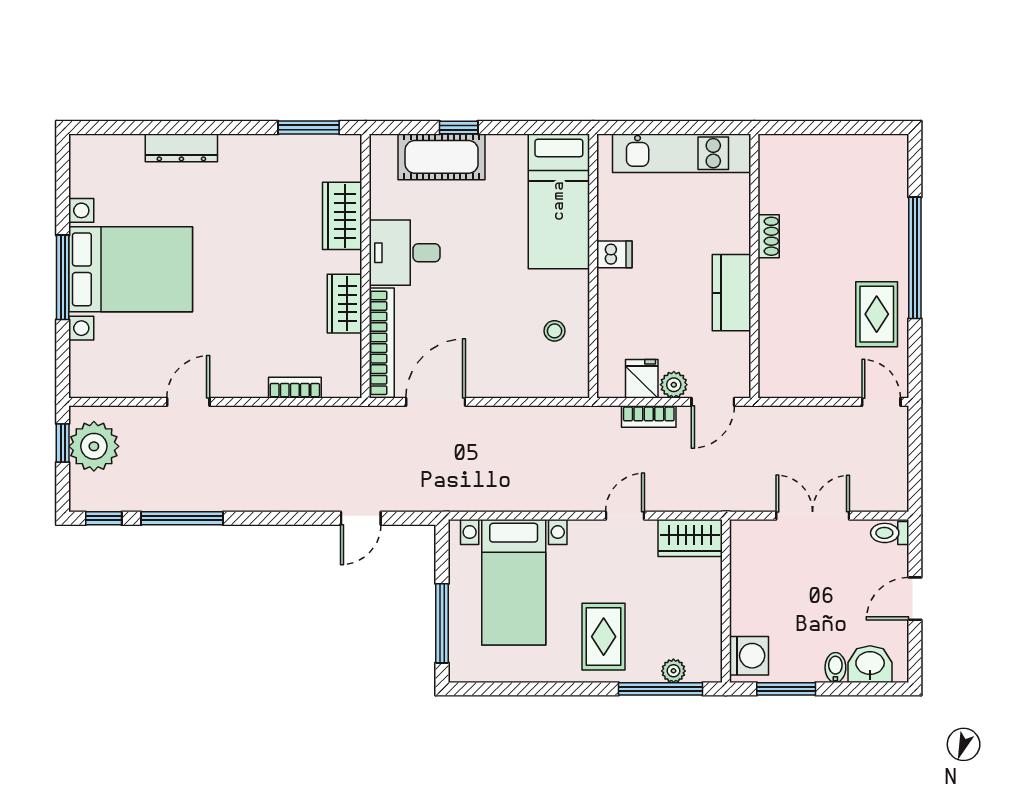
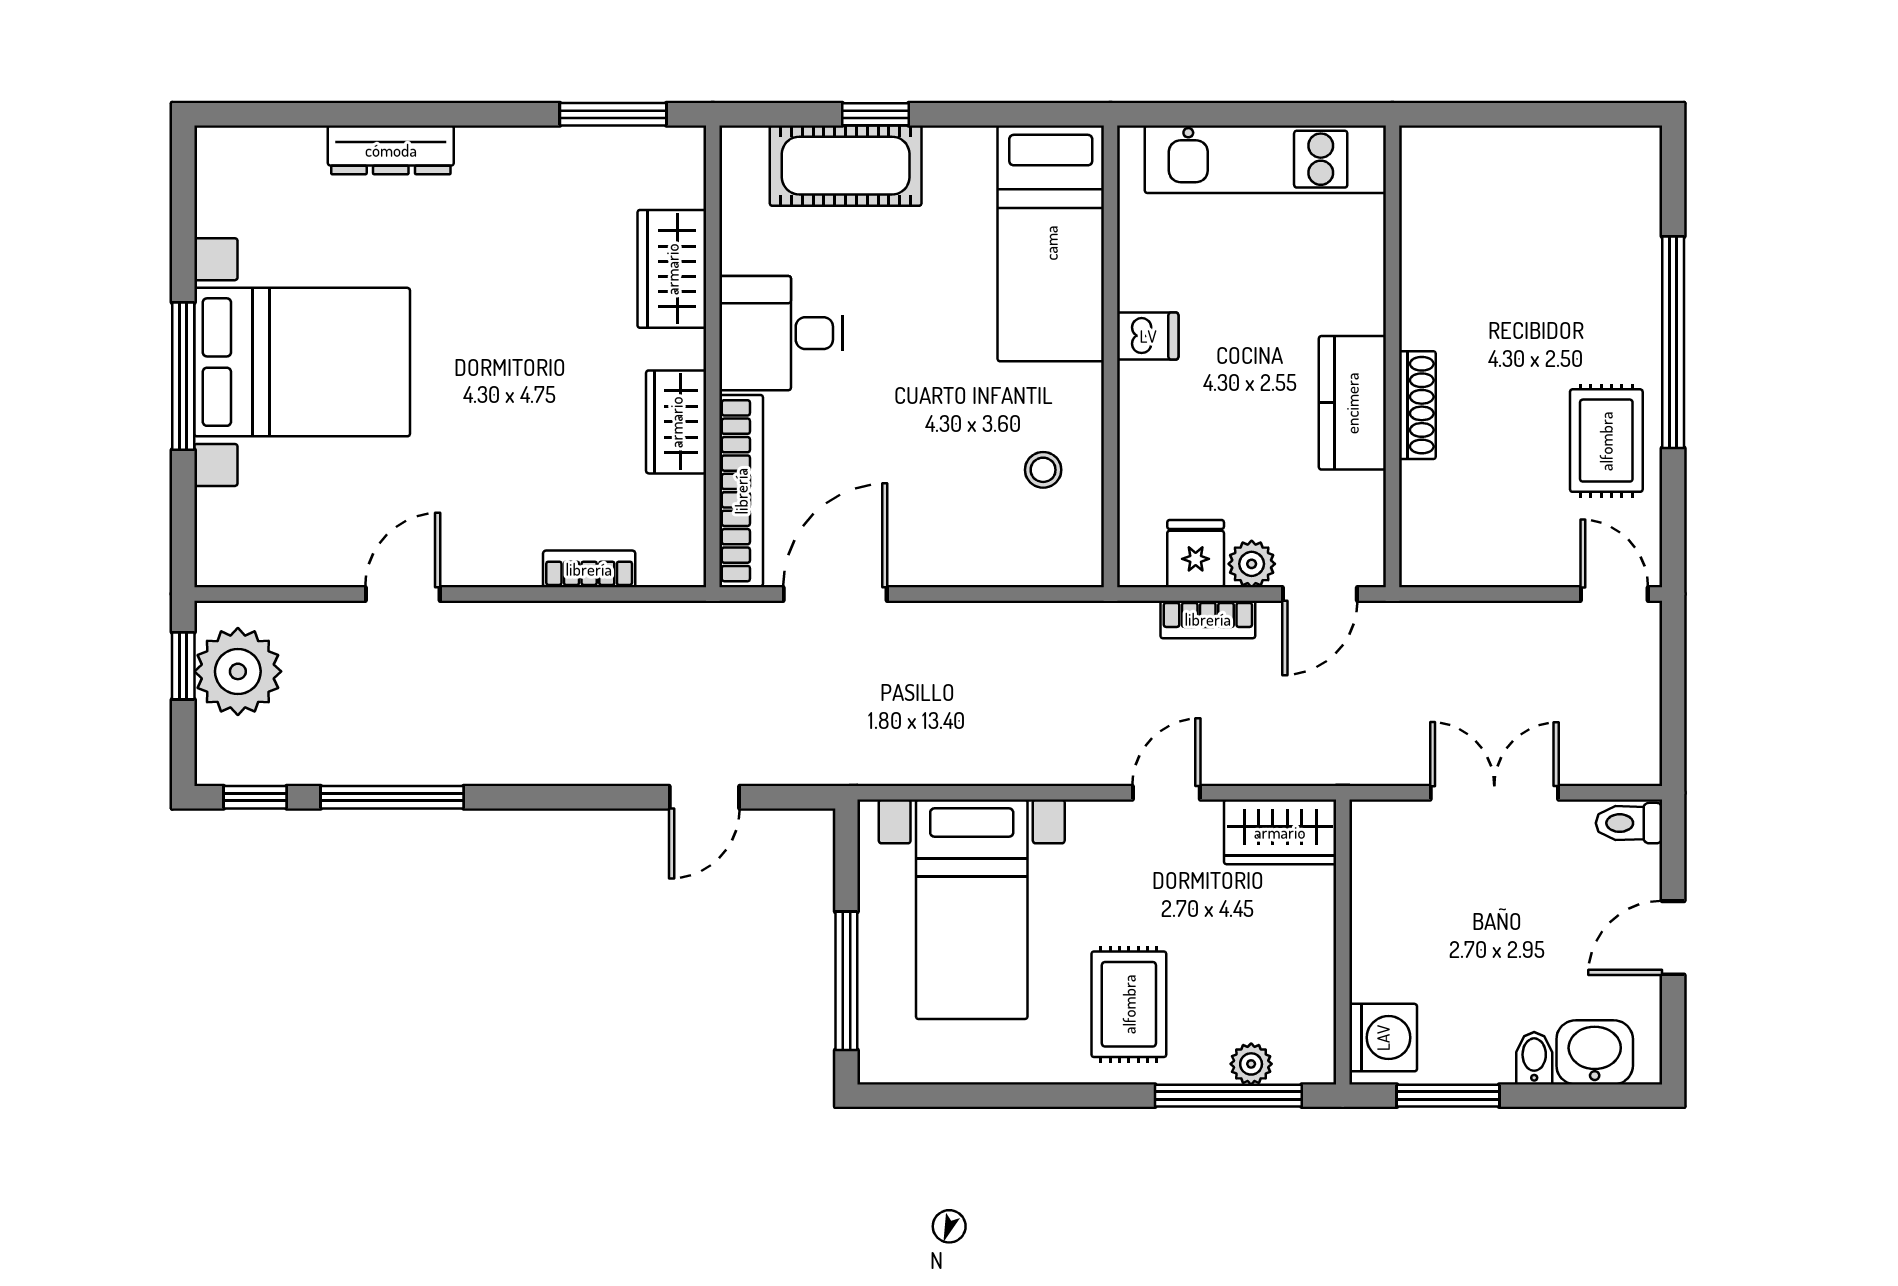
shoe rack: (769, 236) -> (1417, 405), moved, width x1.43

